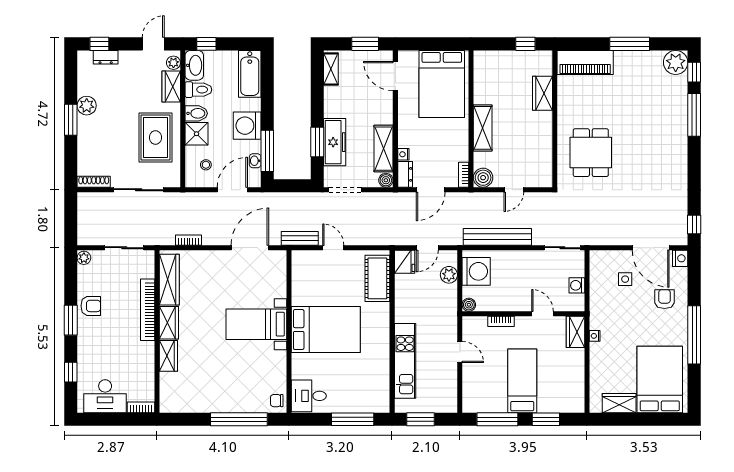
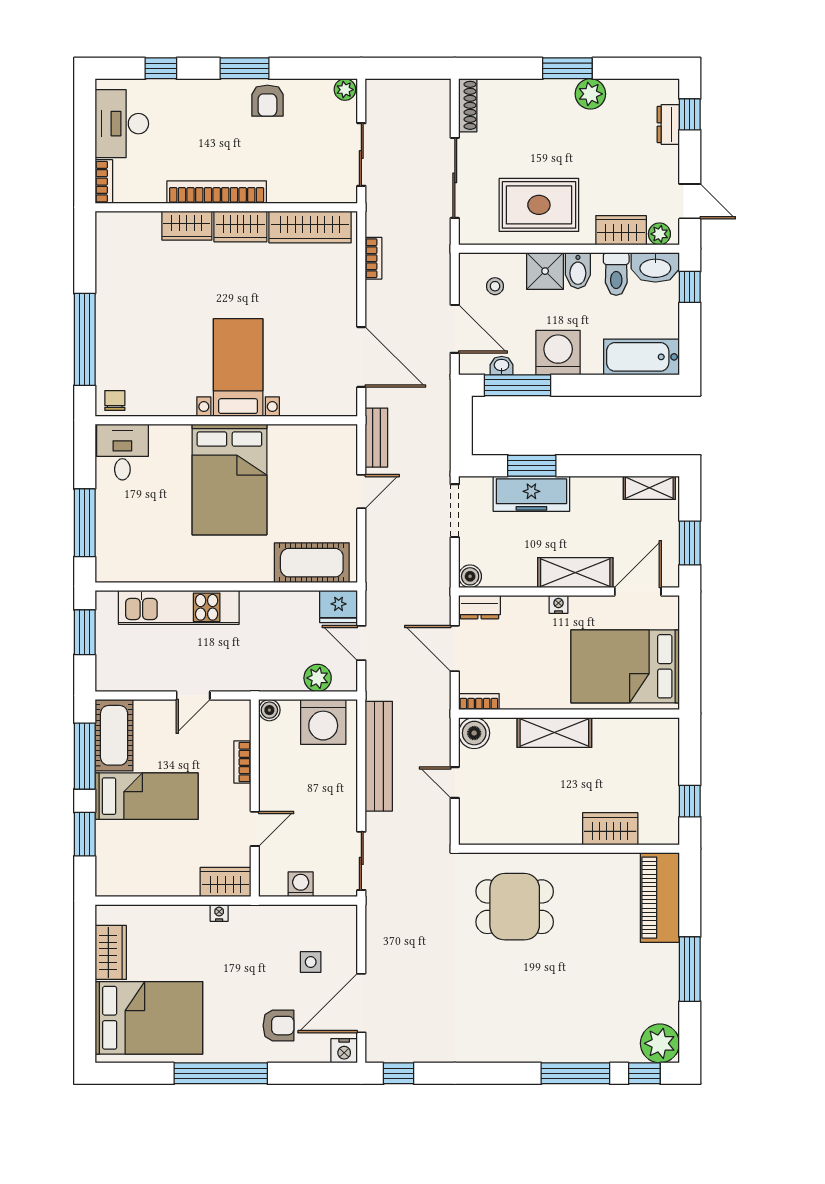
shelving: (384, 149) -> (575, 573), moved
nightstand: (403, 154) -> (558, 604), moved
bookcase: (148, 310) -> (217, 192), moved
cot: (484, 401) -> (114, 735), added

